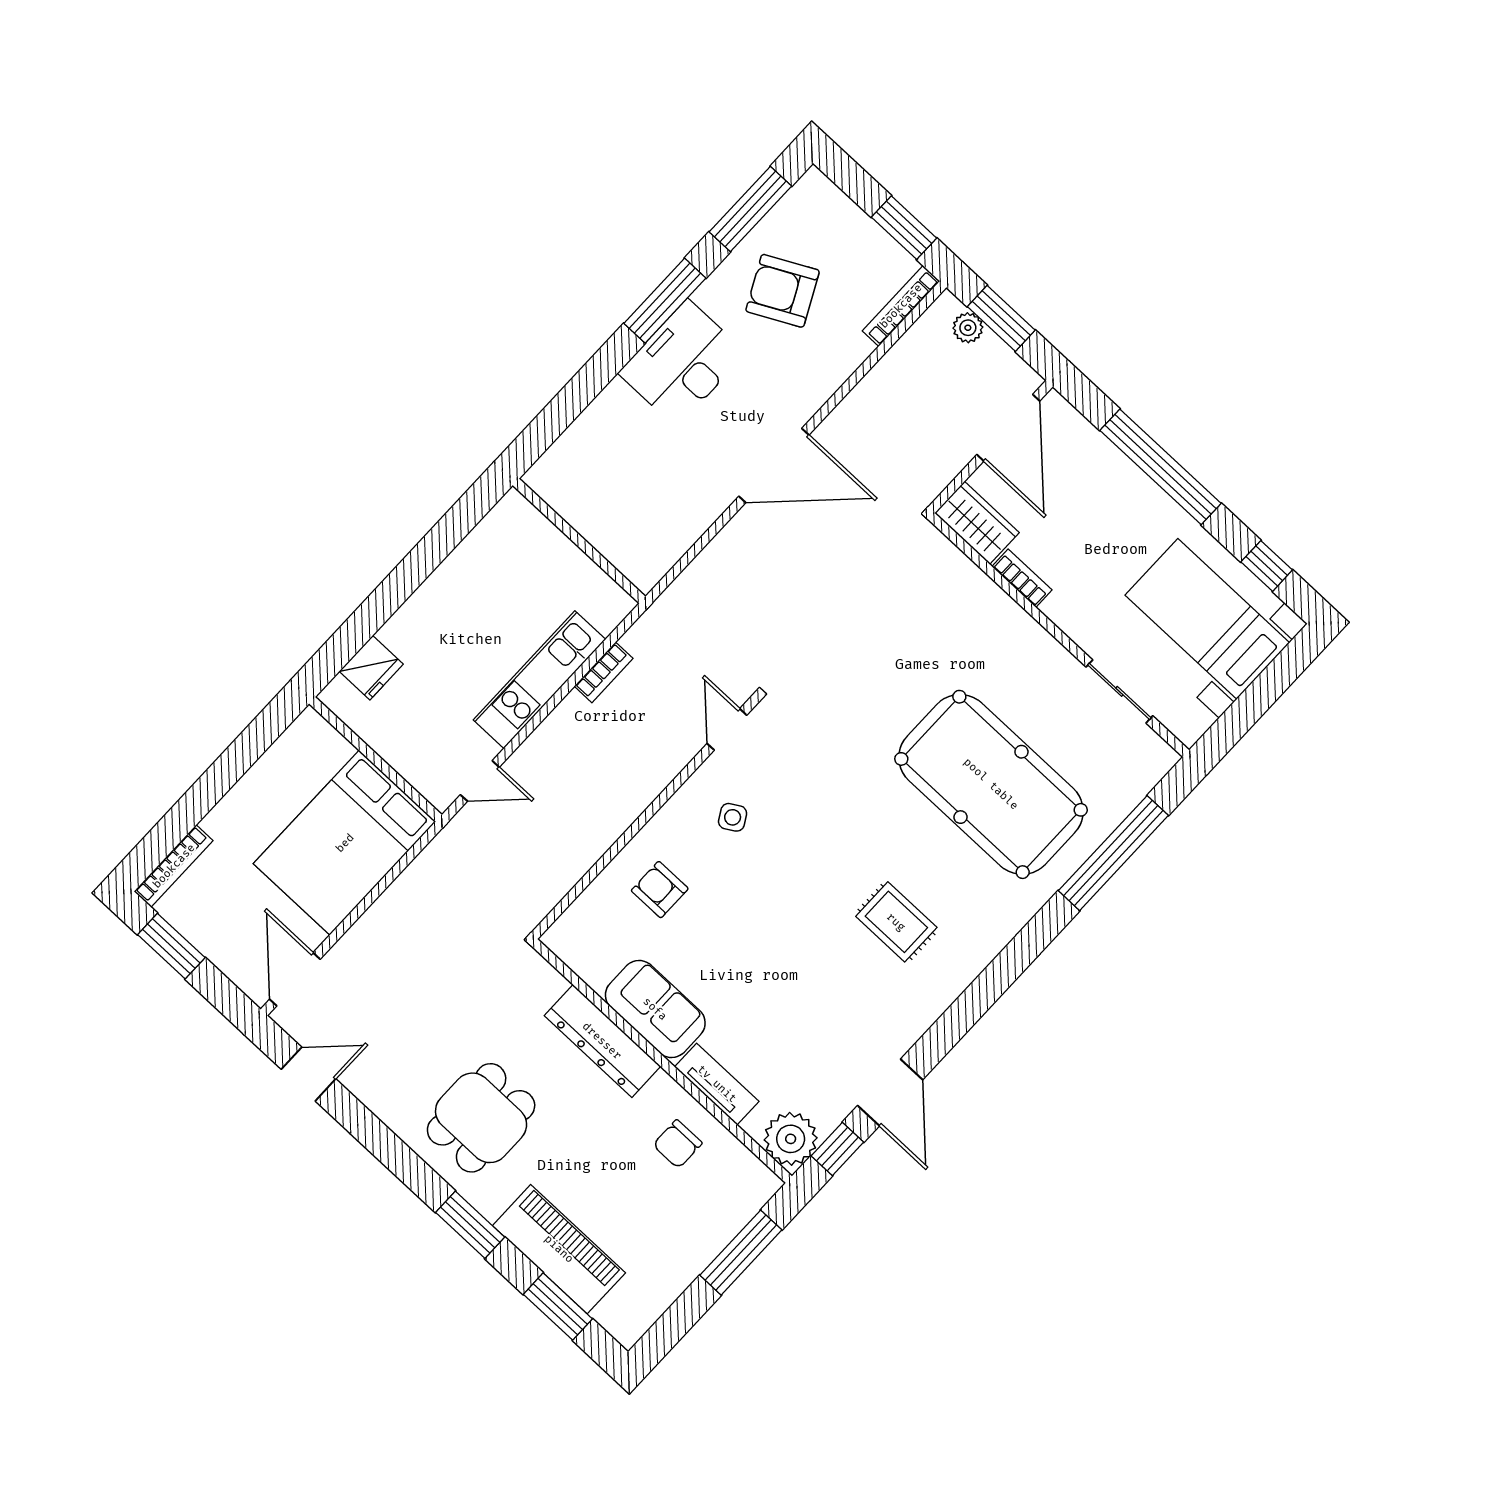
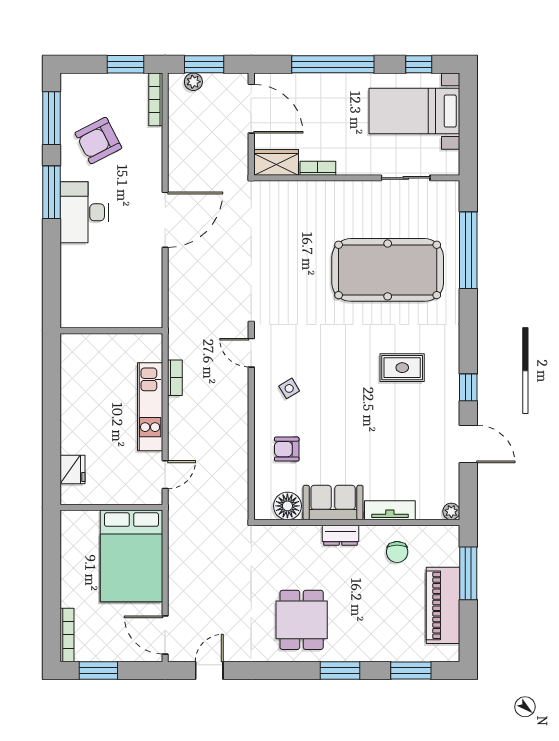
floor lamp: (595, 961) -> (287, 506), added
dresser: (602, 1041) -> (340, 535), width x0.51, depth x0.80
plant: (791, 1139) -> (451, 511), width x0.53, depth x0.53
window: (837, 1149) -> (468, 387), moved
piano: (559, 1249) -> (443, 605), moved, turned -90

